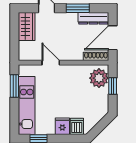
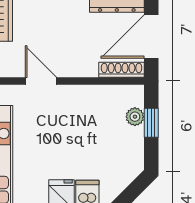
plant: (99, 78) -> (135, 117), width x0.53, depth x0.53

